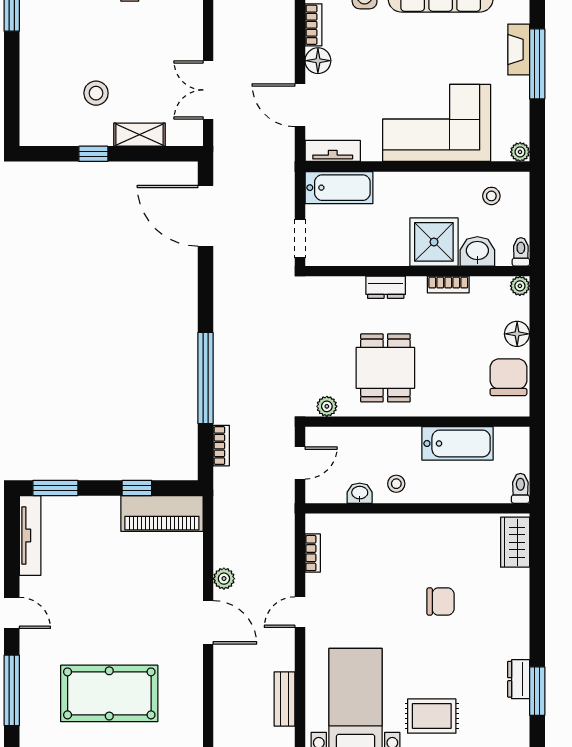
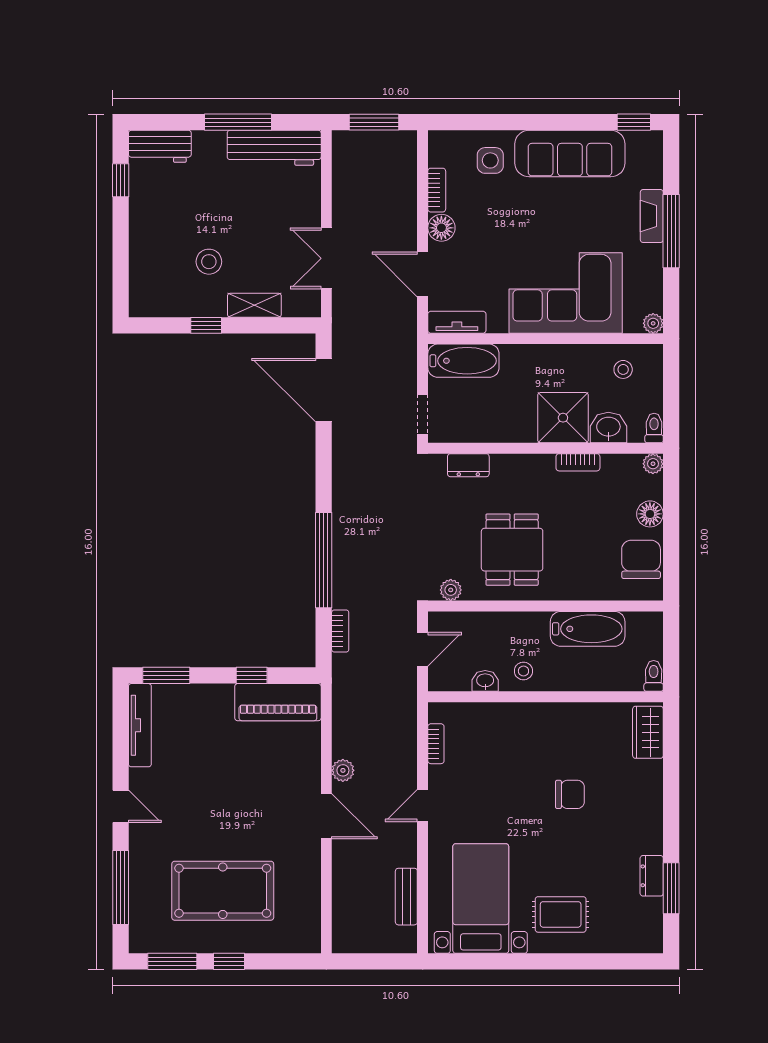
dresser: (386, 287) -> (468, 465), moved

